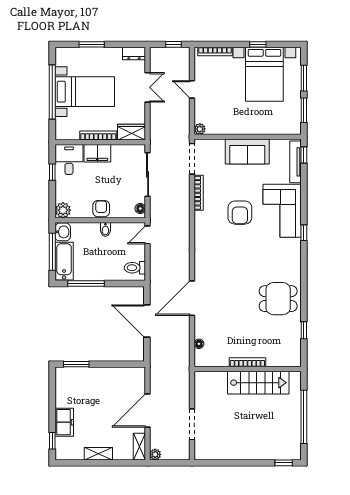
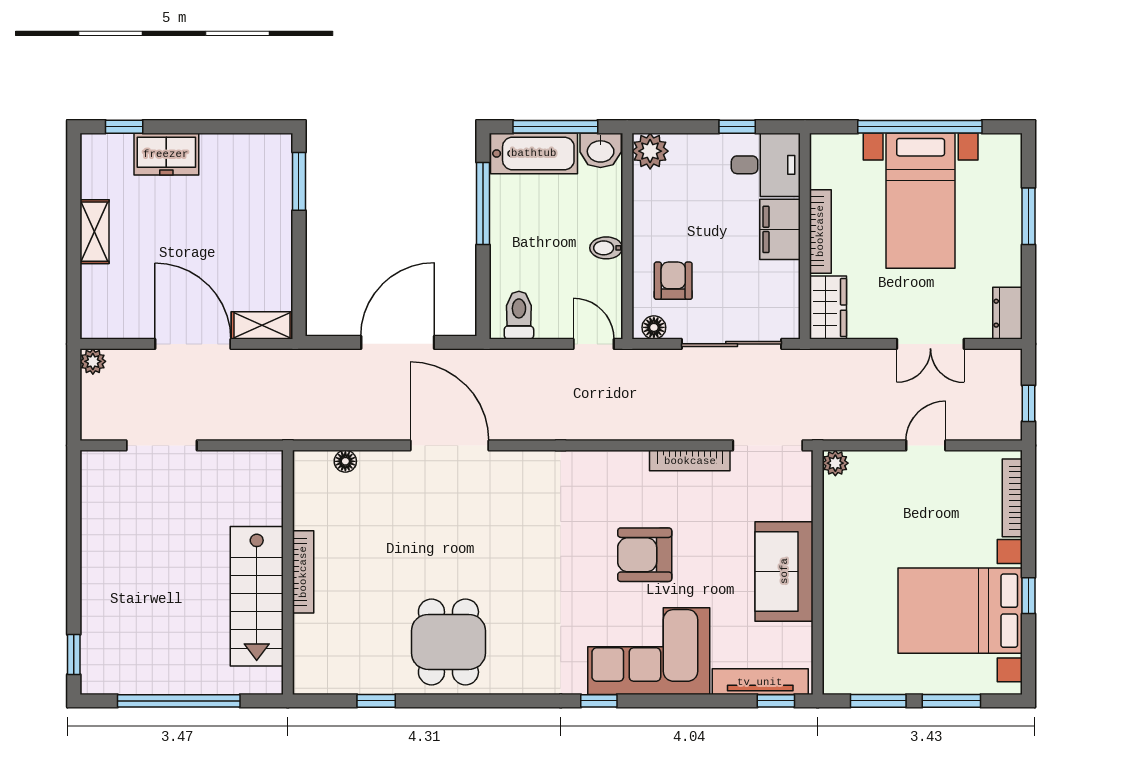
armchair: (101, 209) -> (673, 281), moved, turned -90
shelving: (139, 447) -> (262, 325), moved

